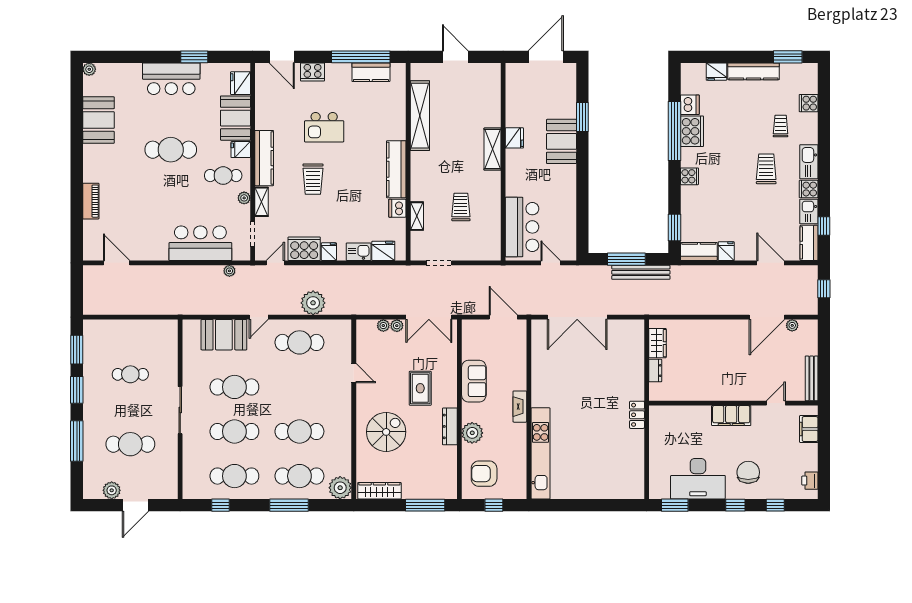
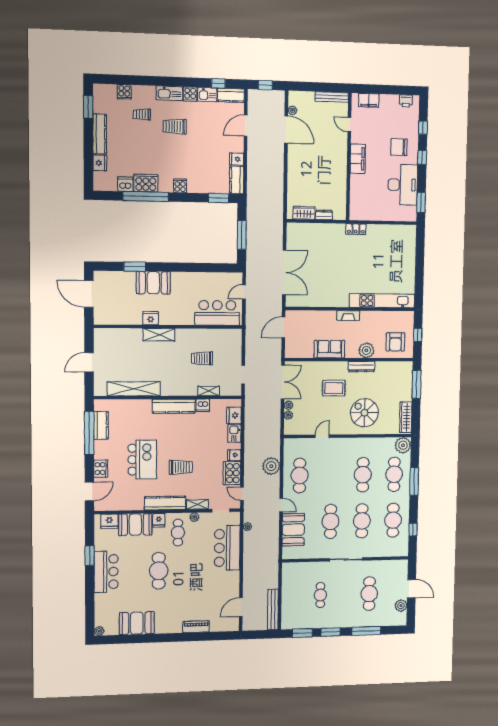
kitchen island: (324, 127) -> (142, 460), width x1.37, depth x1.28
bench: (641, 272) -> (273, 609), moved

